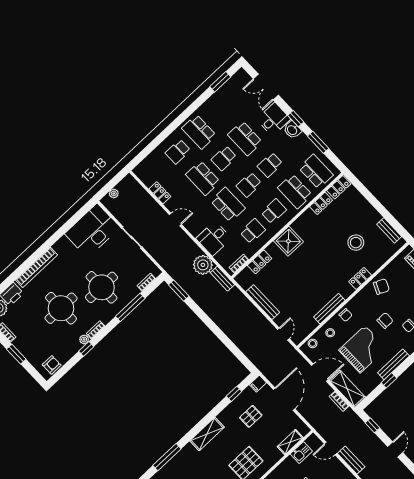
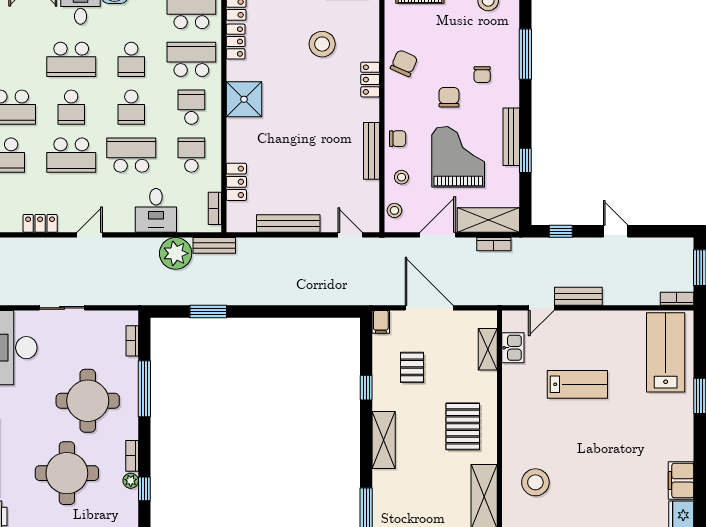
school desk: (295, 191) -> (191, 59), turned 180
shower: (288, 241) -> (244, 99), moved
window: (179, 291) -> (208, 311), moved
window: (234, 394) -> (366, 388), moved

